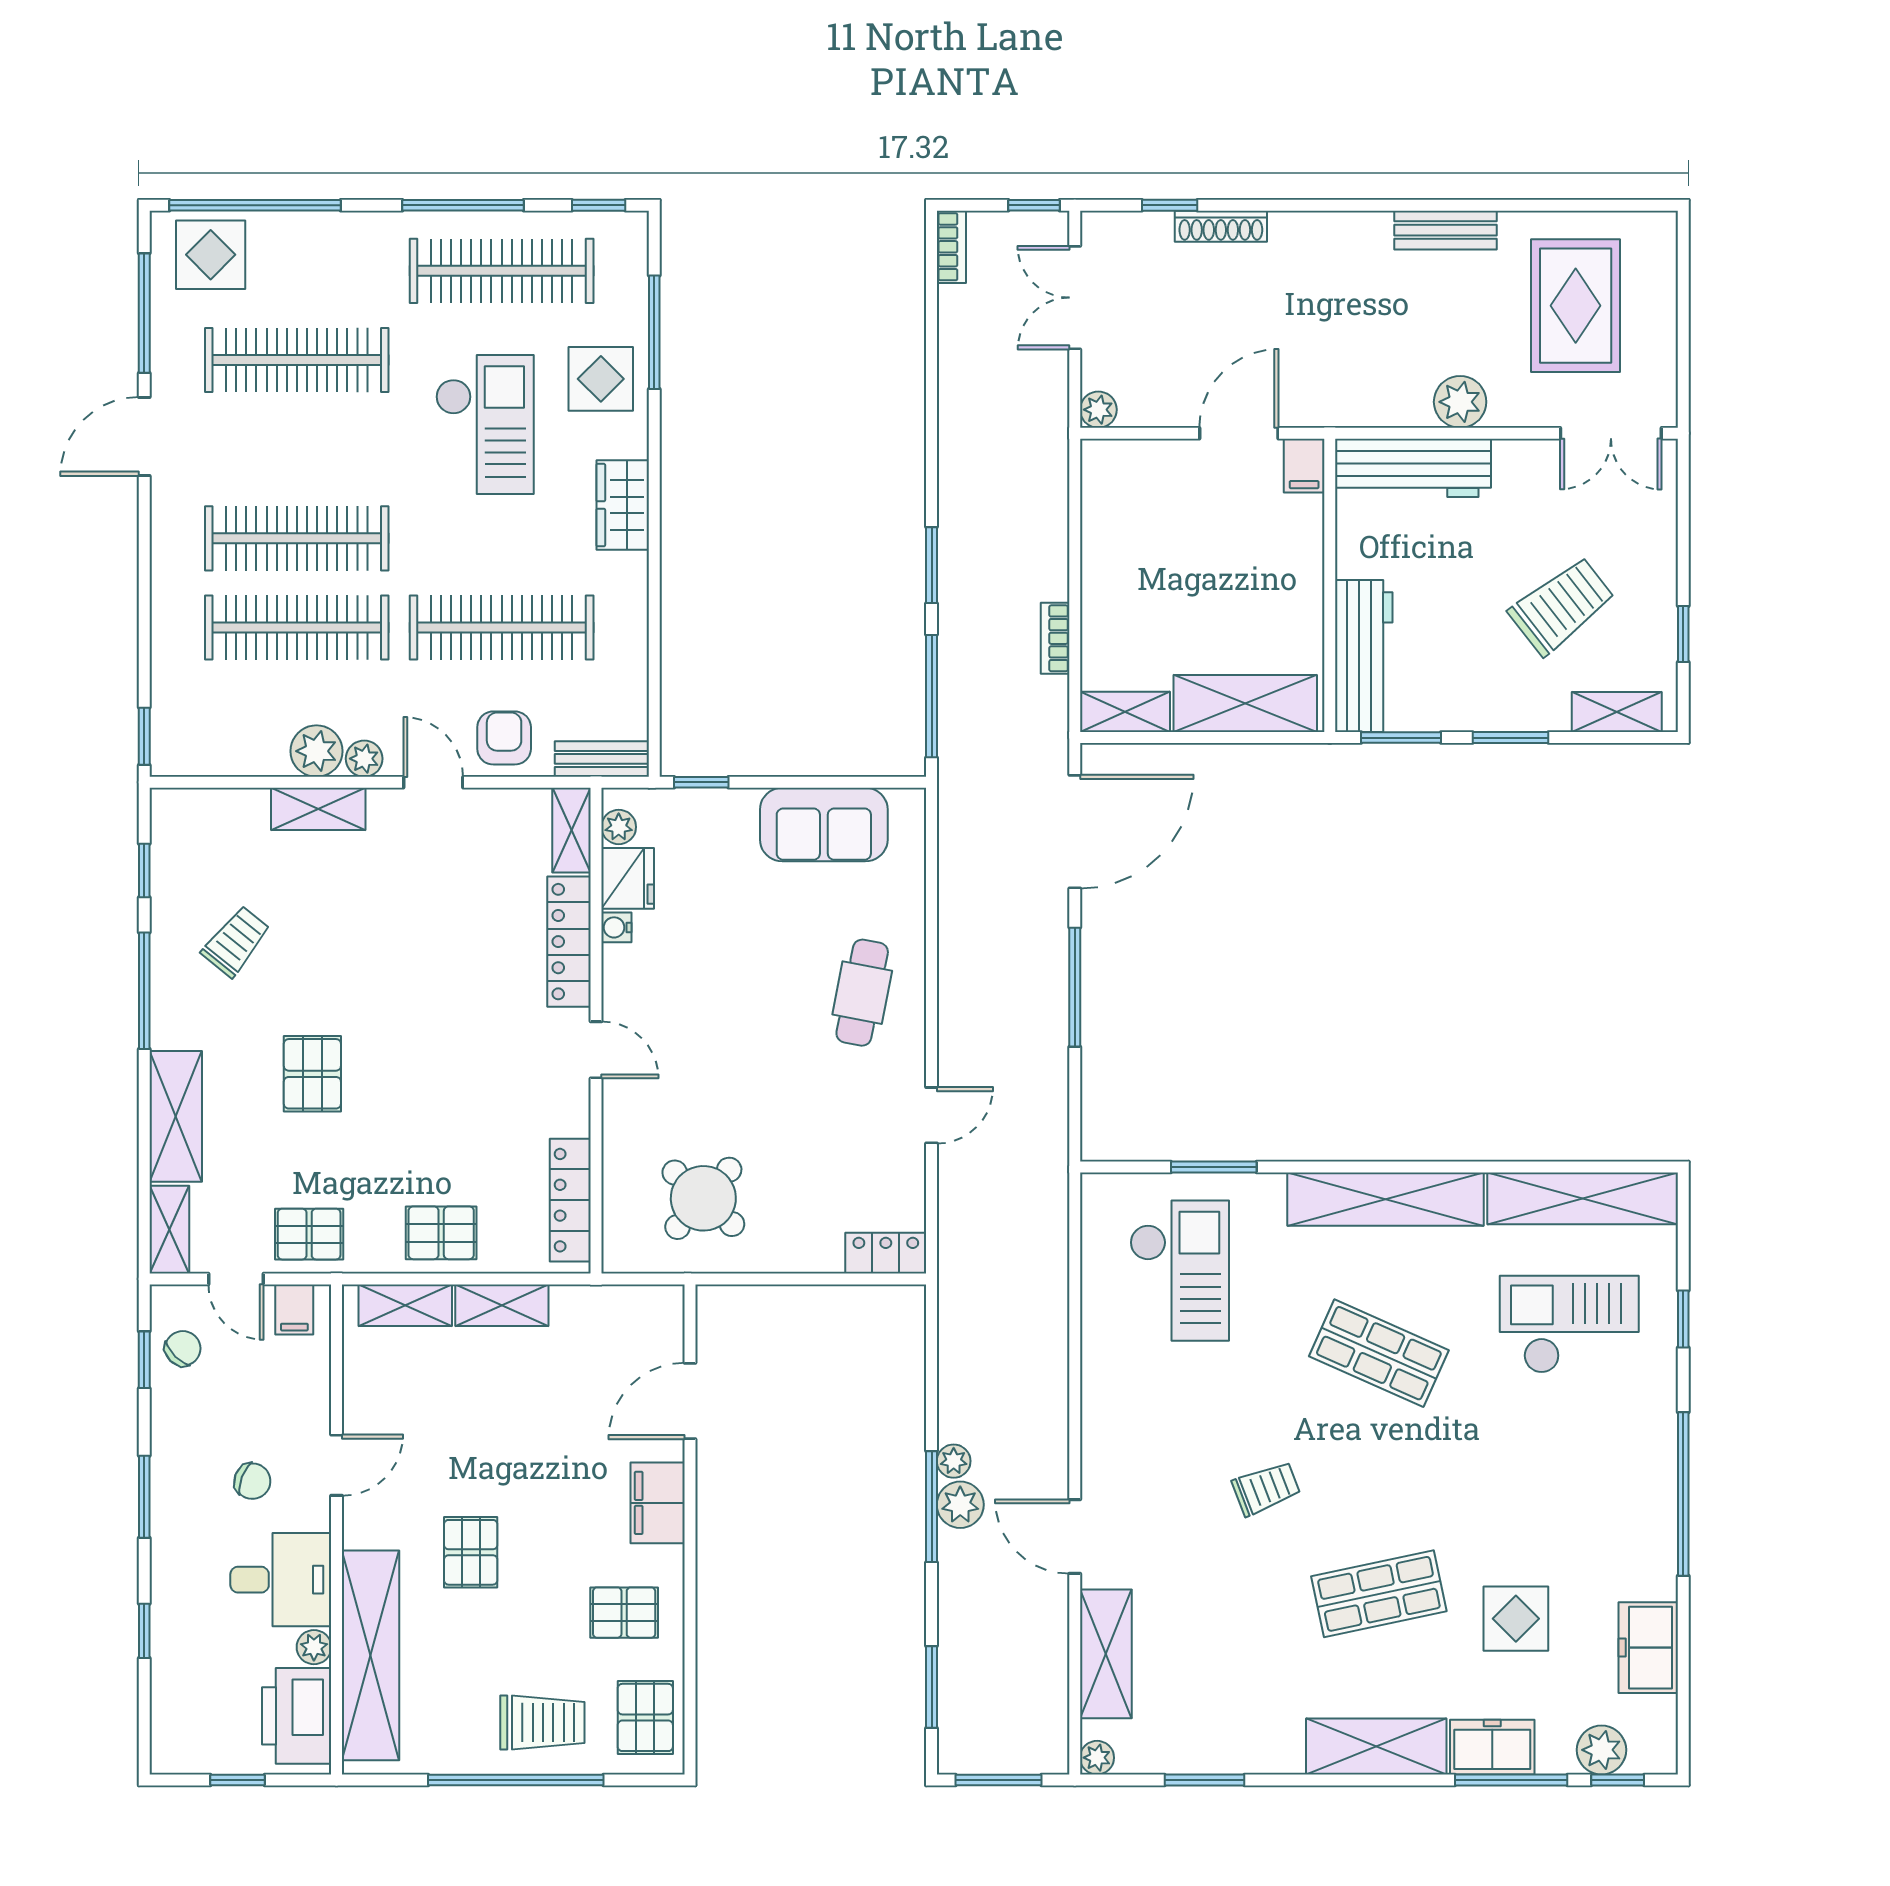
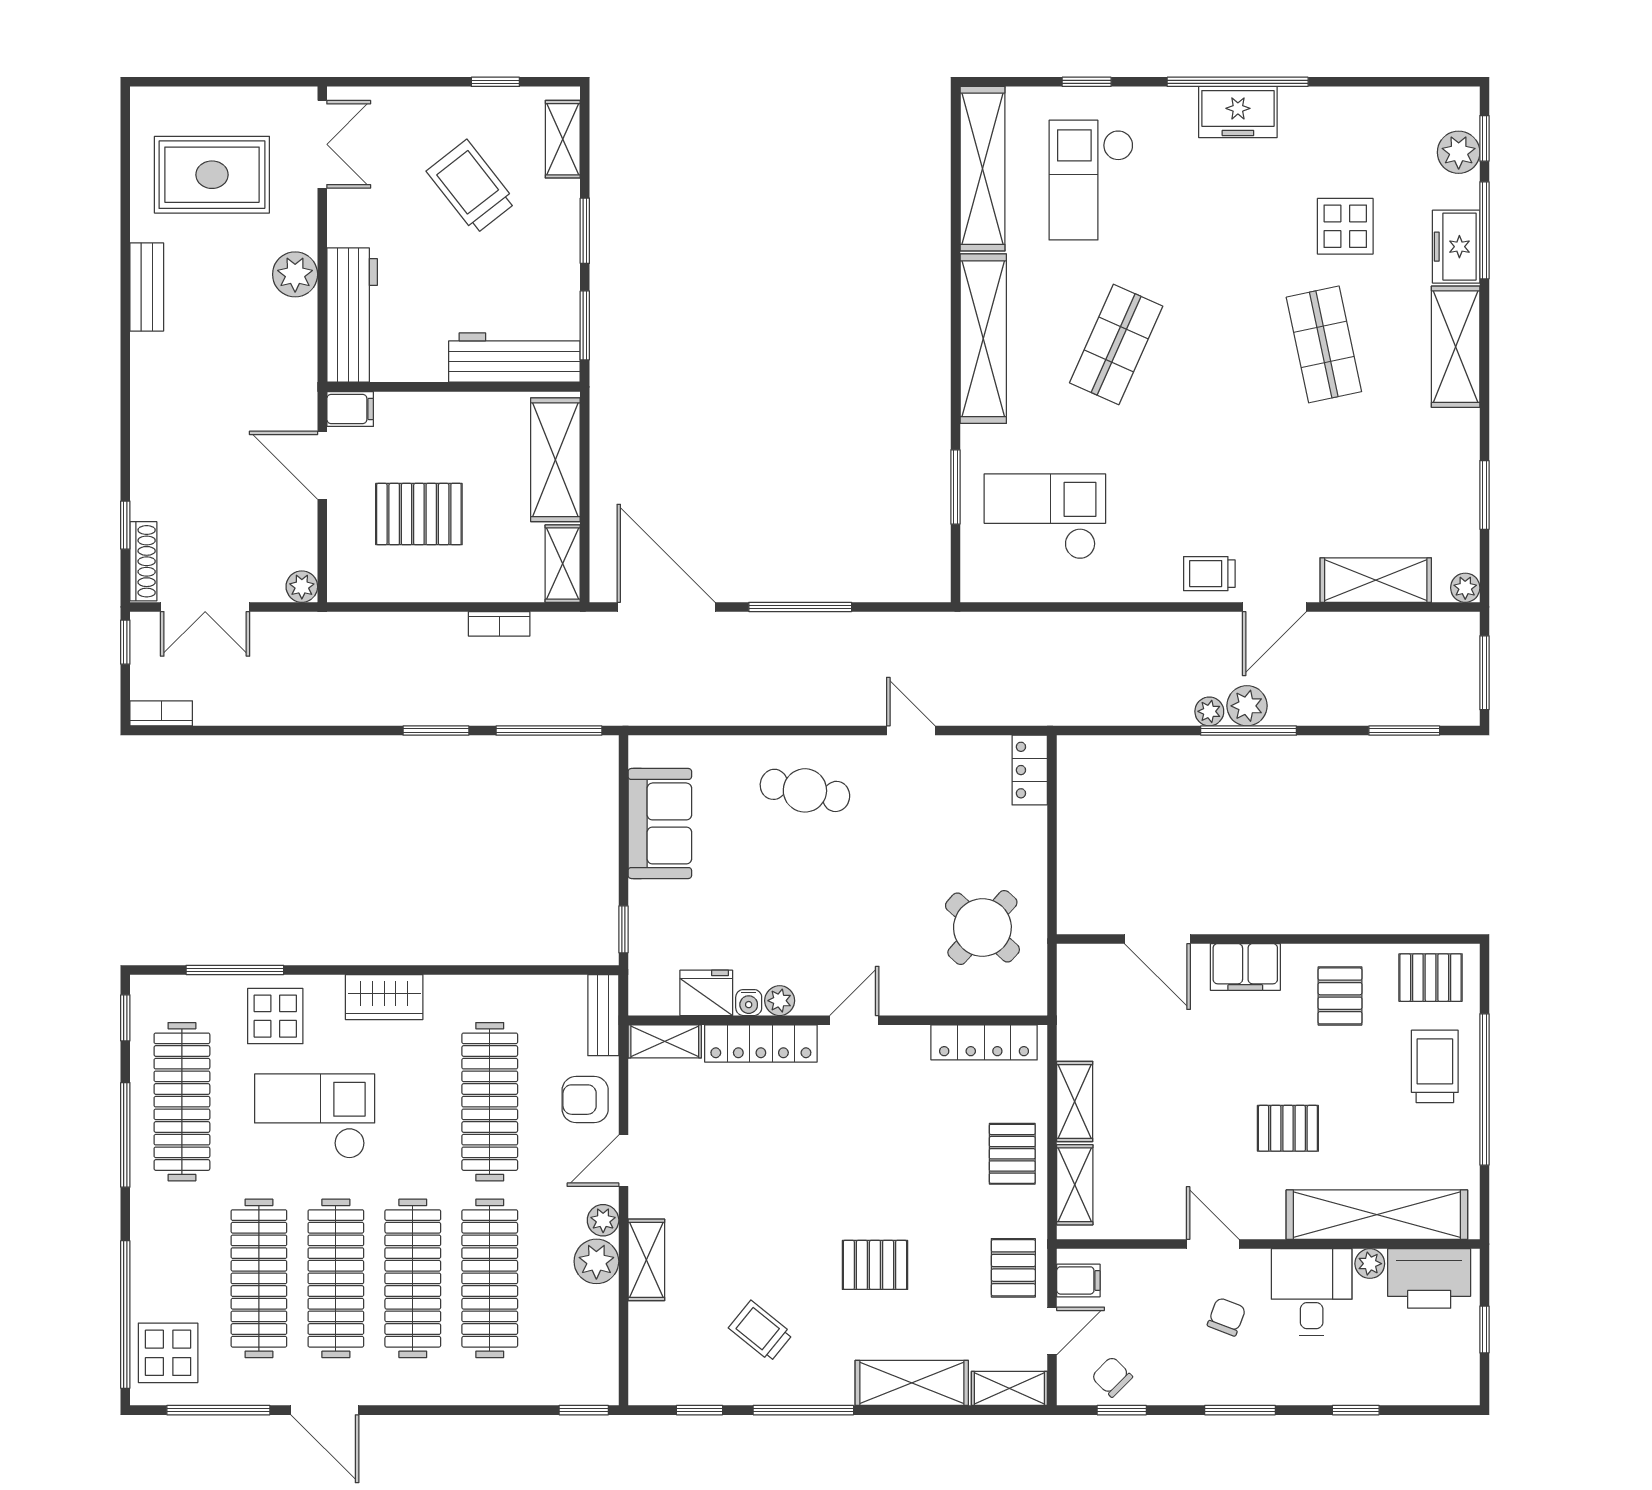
shoe rack: (1221, 226) -> (143, 561), moved
clothes rail: (297, 449) -> (336, 1278), added
pallet: (1182, 545) -> (419, 514), added
plant: (619, 827) -> (780, 1001), moved
trolley: (1266, 1488) -> (1209, 574), moved, turned -69
freezer: (1648, 1648) -> (1238, 112), moved

